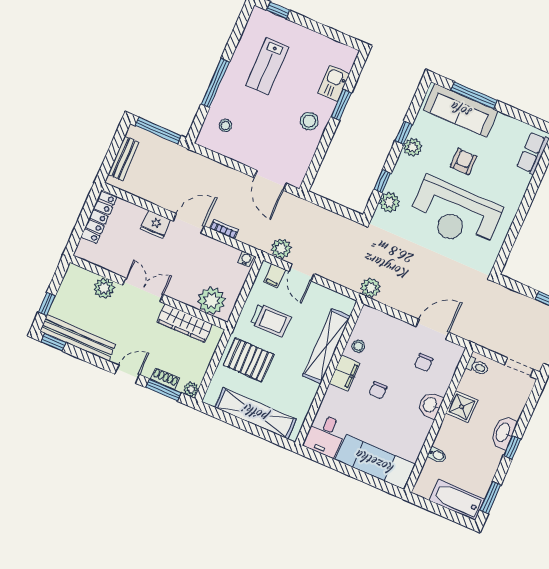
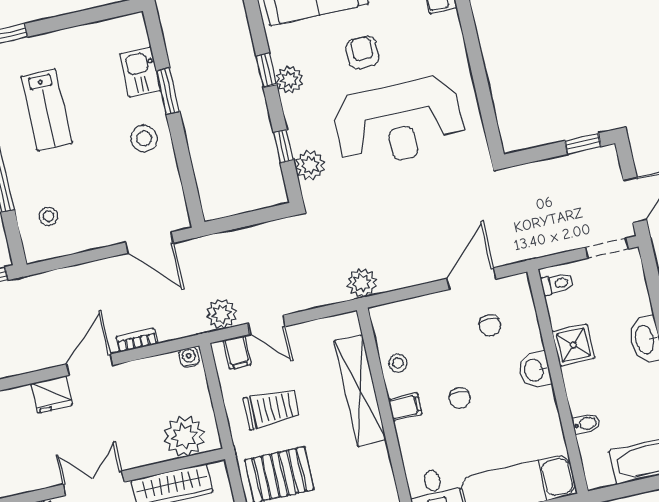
filing cabinet: (345, 373) -> (405, 407), width x0.50

